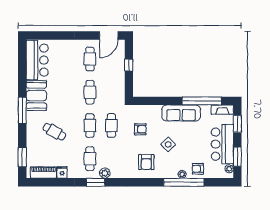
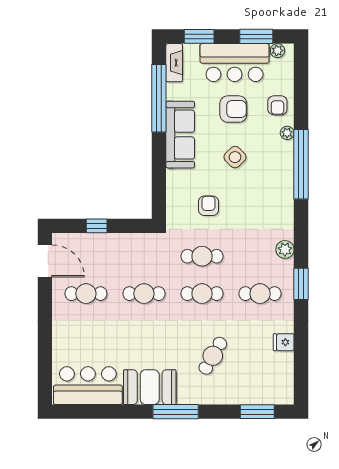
armchair: (146, 162) -> (233, 109), moved
piano: (43, 172) -> (284, 375), removed
plant: (105, 173) -> (285, 249), moved
window: (184, 182) -> (301, 164), moved

